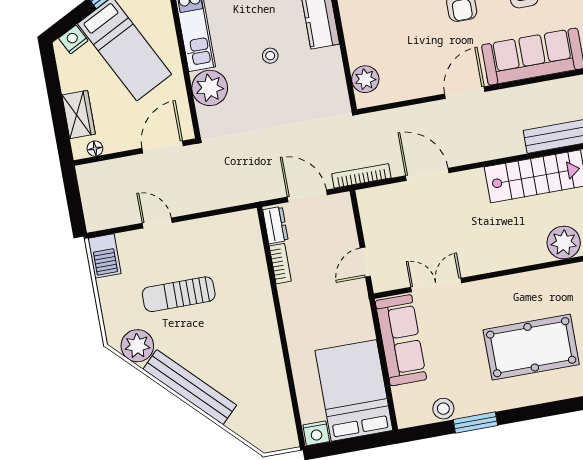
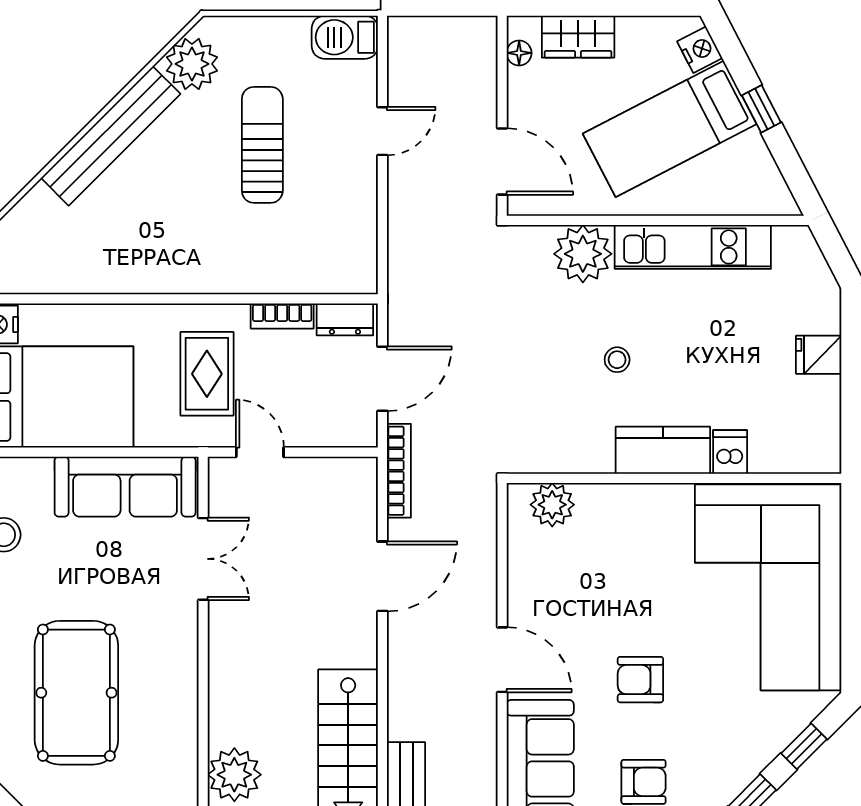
rug: (324, 303) -> (207, 374), added

